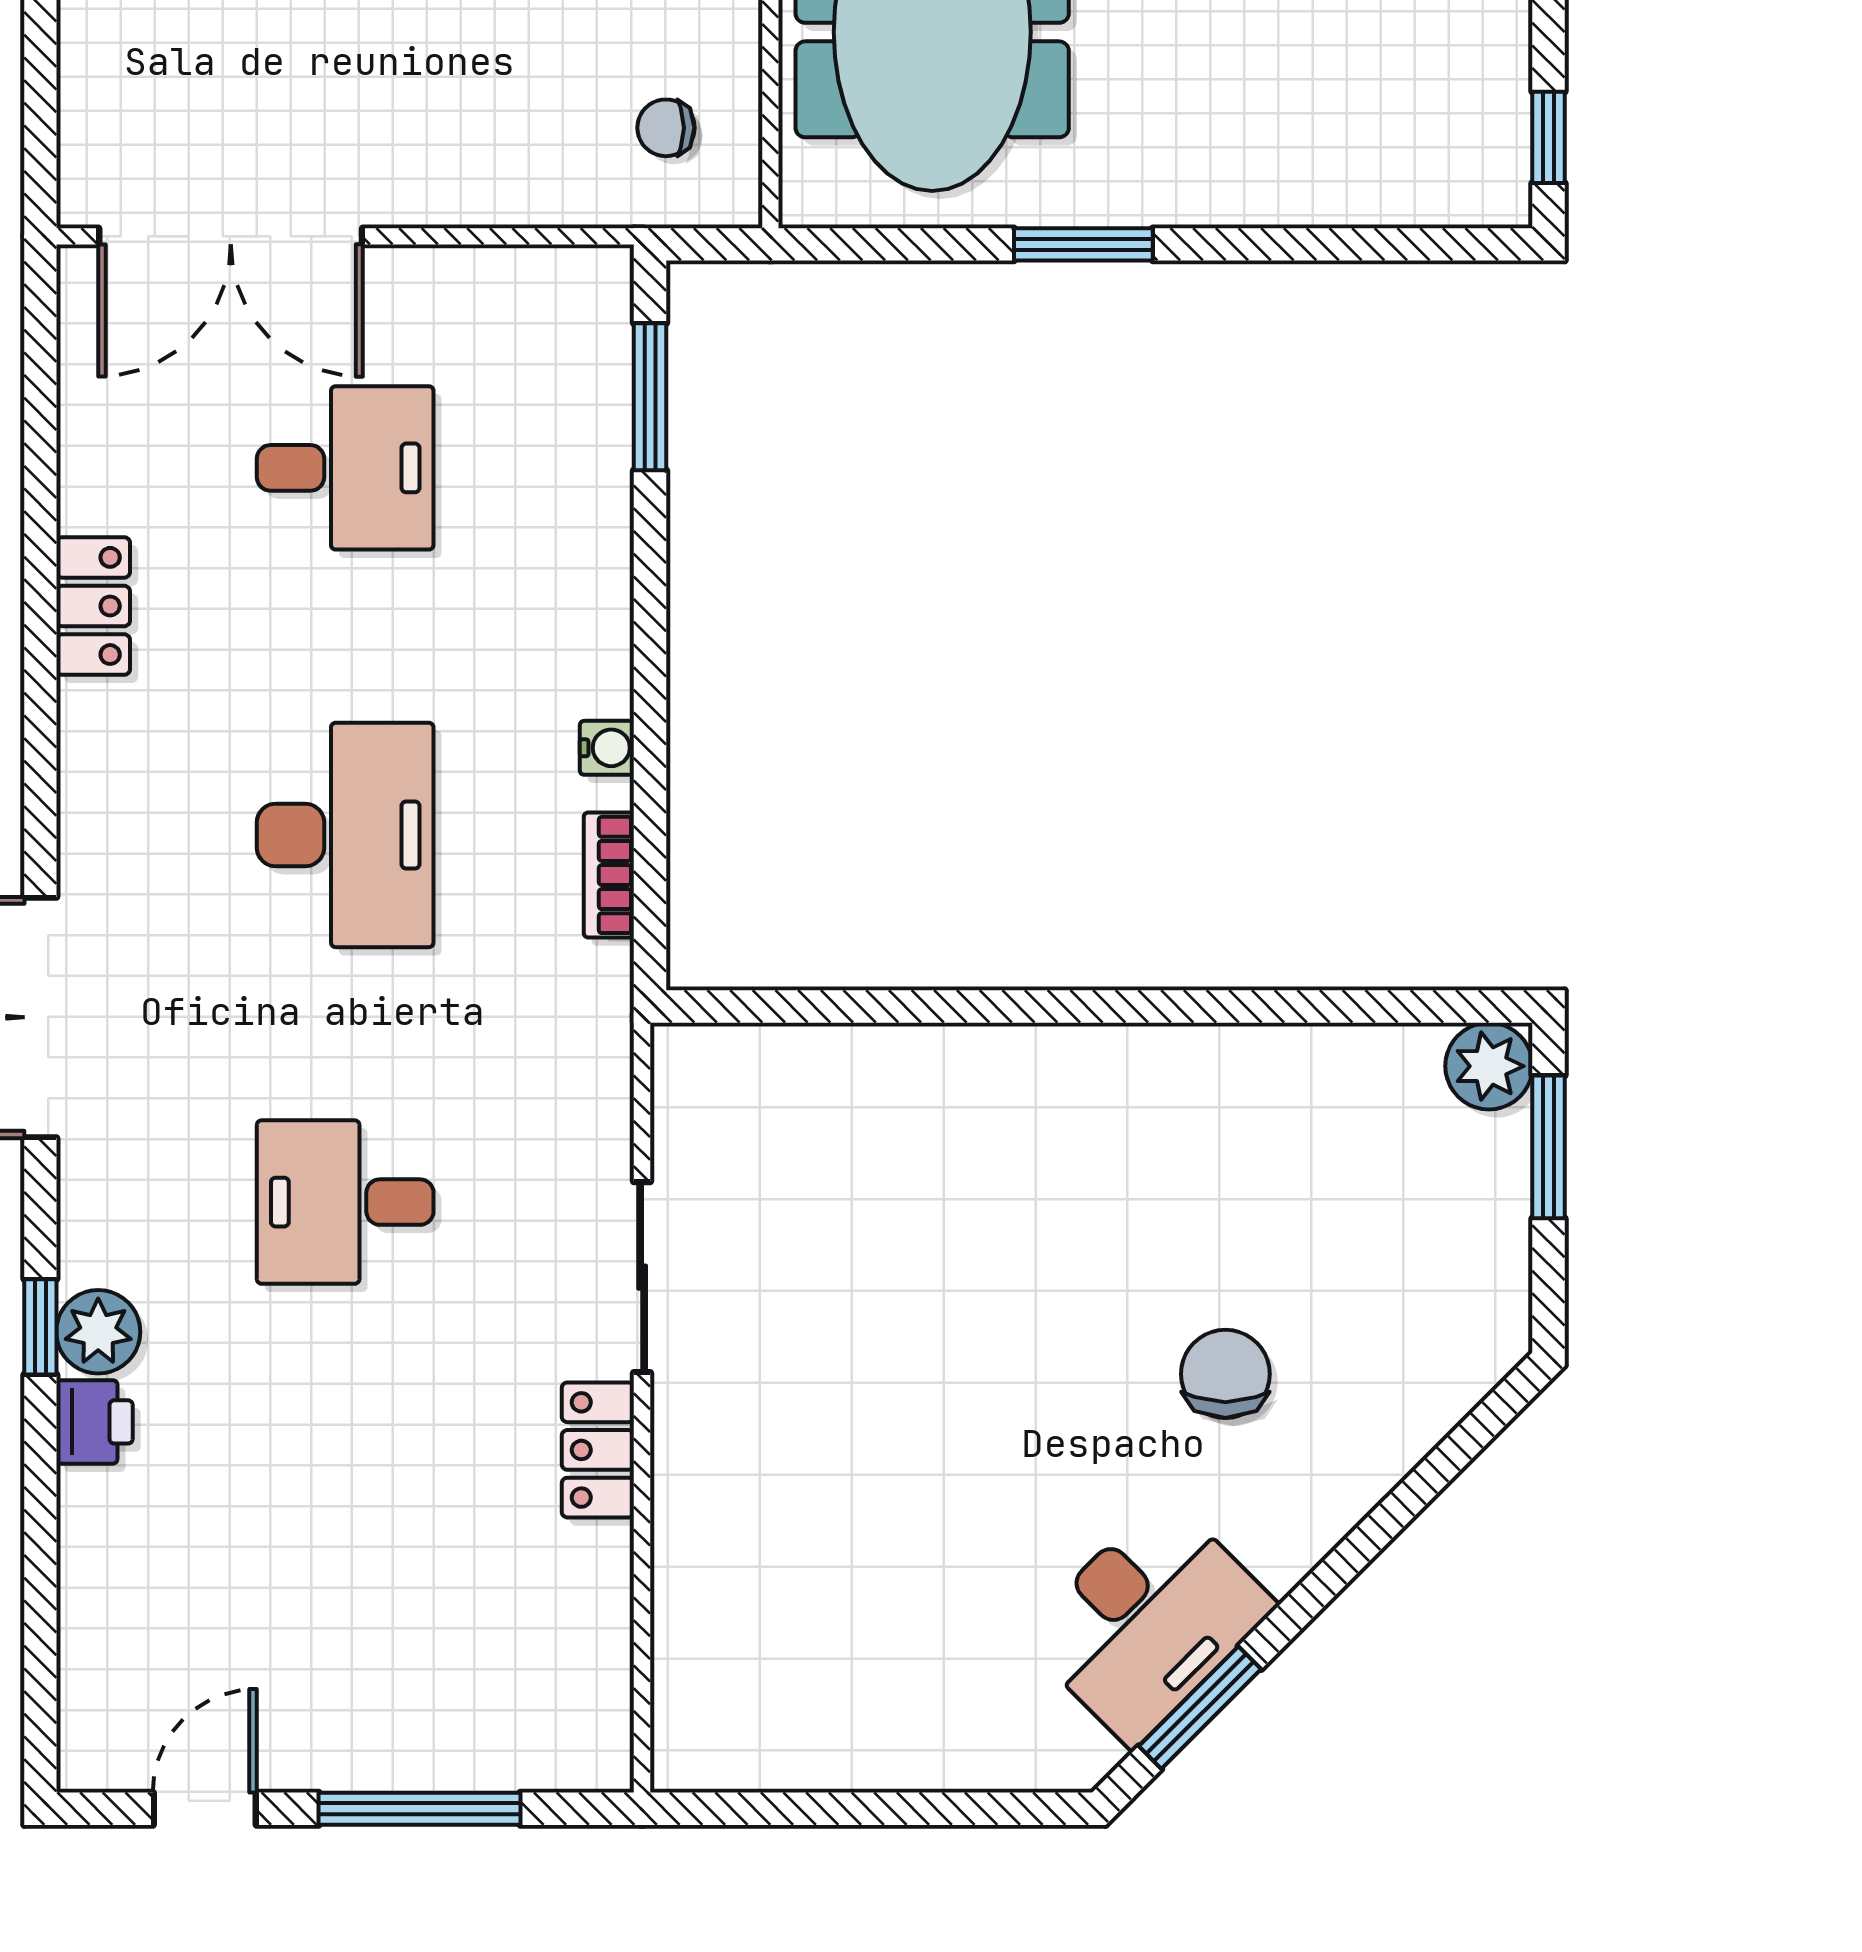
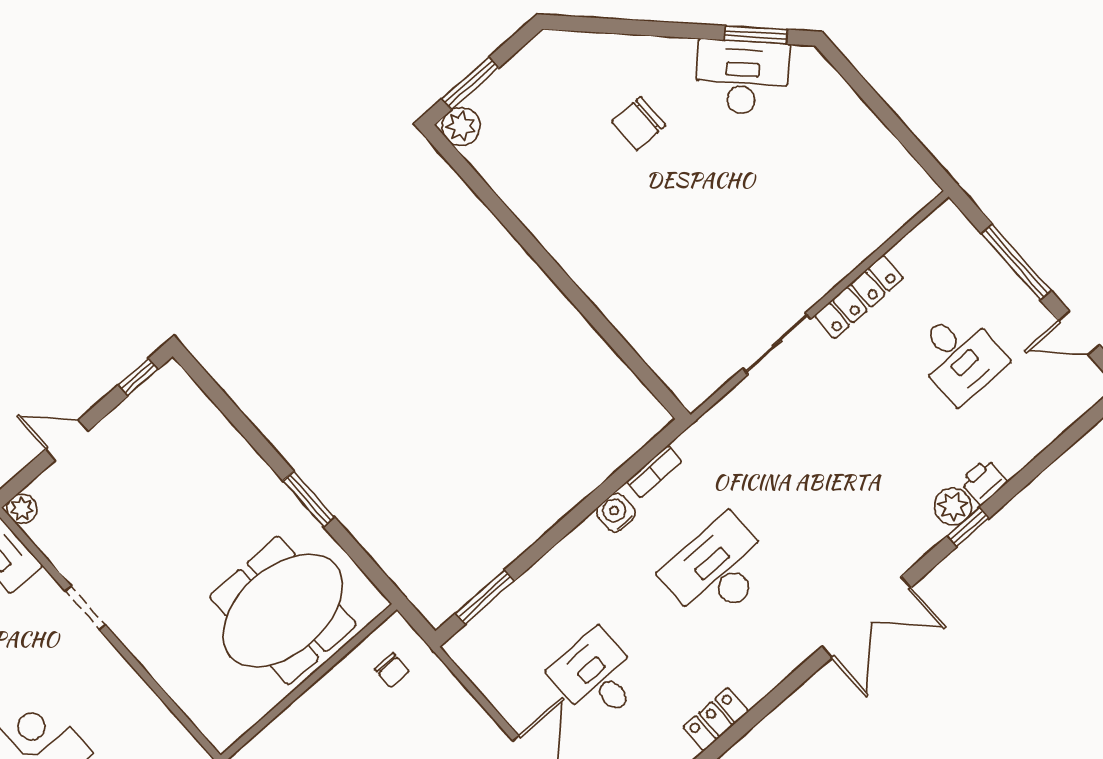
water cooler: (607, 748) -> (616, 513), width x1.38, depth x1.38
desk: (345, 1202) -> (959, 356), moved
locker: (598, 1450) -> (859, 297), width x1.53

